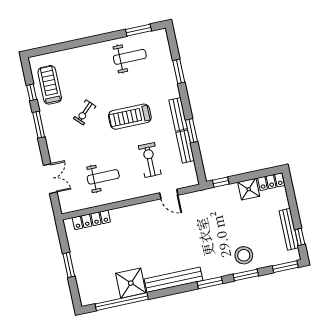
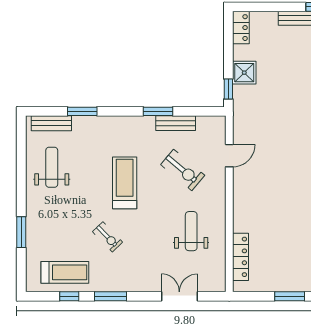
window: (139, 30) -> (21, 232), moved
treadmill: (50, 85) -> (65, 272), turned 180
bench: (178, 114) -> (51, 123), moved
treadmill: (130, 117) -> (125, 183), turned 180
exercise bike: (150, 160) -> (183, 170), turned -140
shower: (249, 189) -> (244, 73), moved

